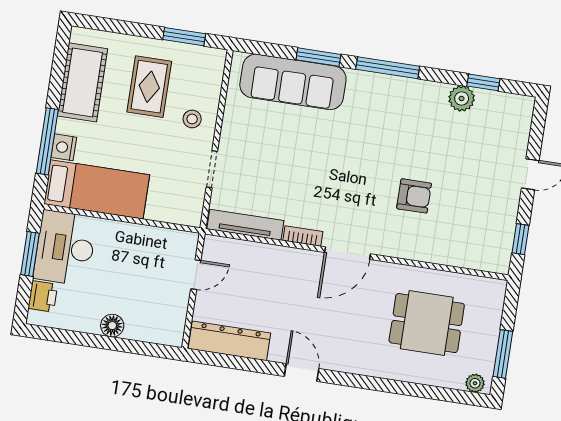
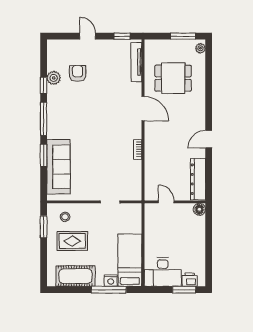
window: (483, 82) -> (44, 85), moved
stool: (192, 119) -> (65, 217), moved
armchair: (414, 196) -> (78, 73), moved
tv unit: (245, 225) -> (136, 62), moved
door: (348, 253) -> (143, 109), moved
window: (30, 254) -> (184, 290), moved
dining table: (427, 323) -> (173, 78), turned 90
floor lamp: (112, 326) -> (199, 209), moved

